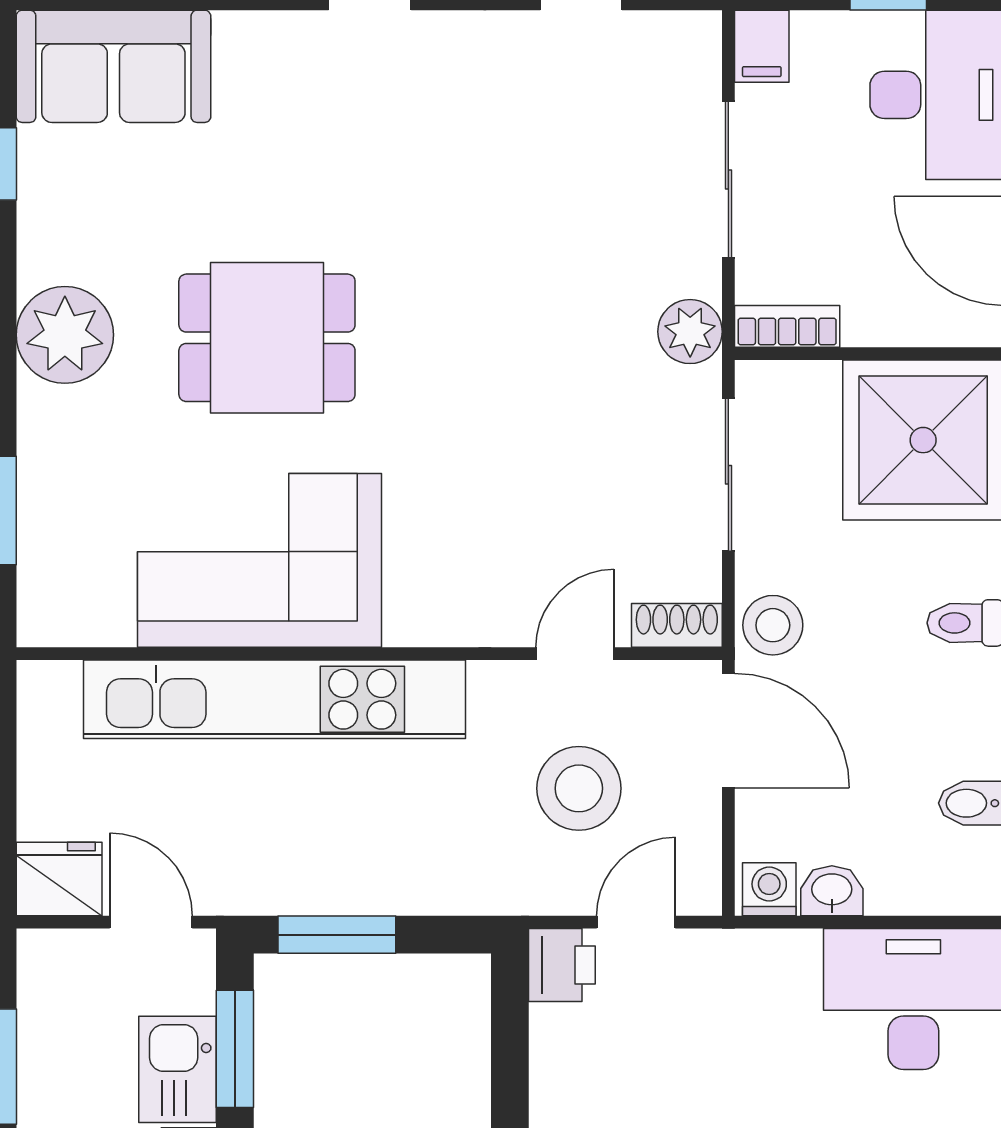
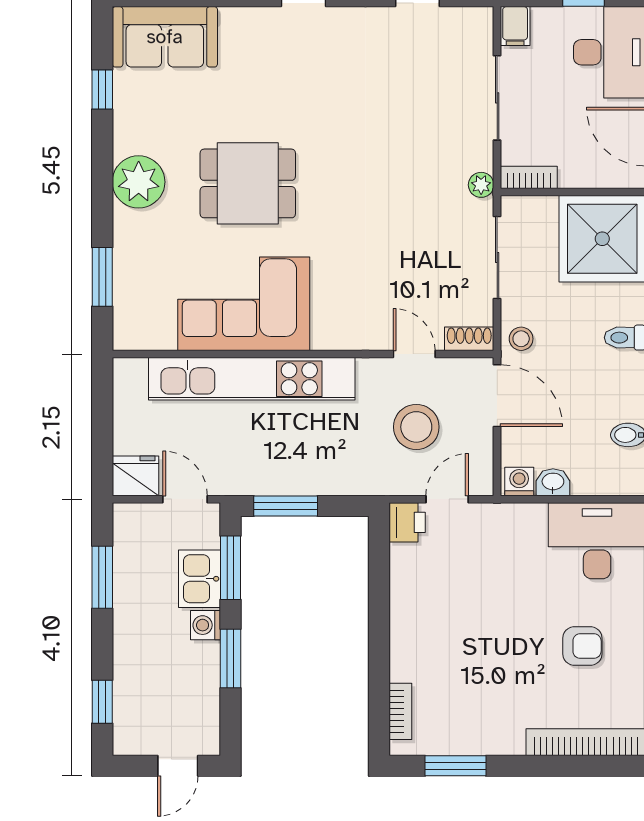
plant: (690, 332) -> (481, 185), width x0.73, depth x0.73
stool: (773, 625) -> (521, 339), width x0.73, depth x0.73
door: (575, 654) -> (414, 354), hinge flipped

